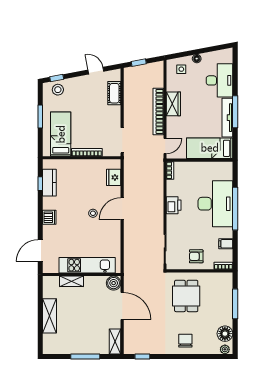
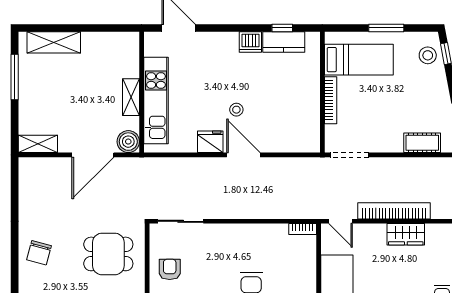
fridge: (114, 177) -> (210, 142), moved
printer: (174, 205) -> (249, 235), removed
dishwasher: (49, 217) -> (250, 42), moved
shelving: (72, 281) -> (131, 97), moved
shelving: (49, 316) -> (54, 42), moved
chair: (185, 341) -> (39, 253), turned 105
window: (85, 356) -> (15, 77), moved
window: (142, 356) -> (15, 186), removed

